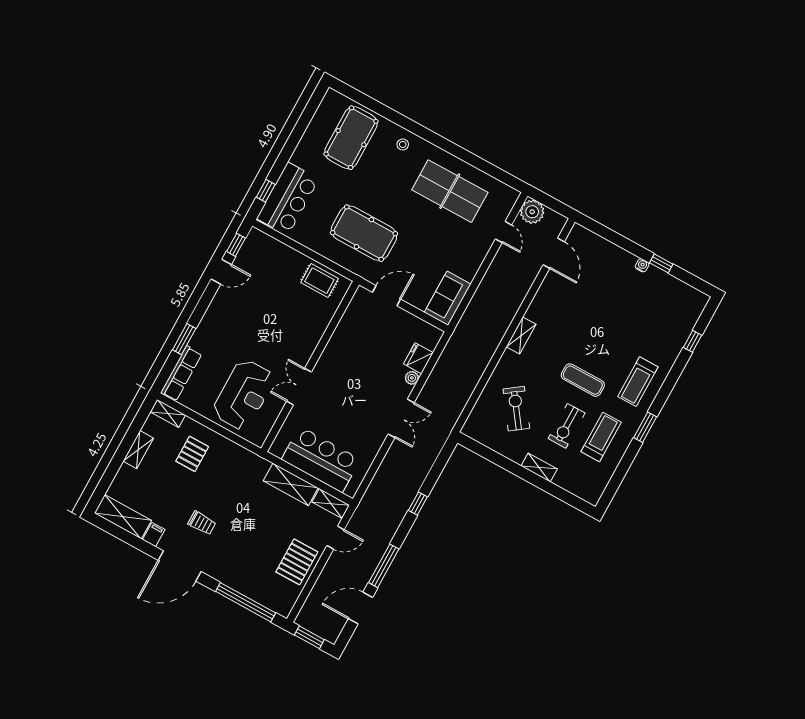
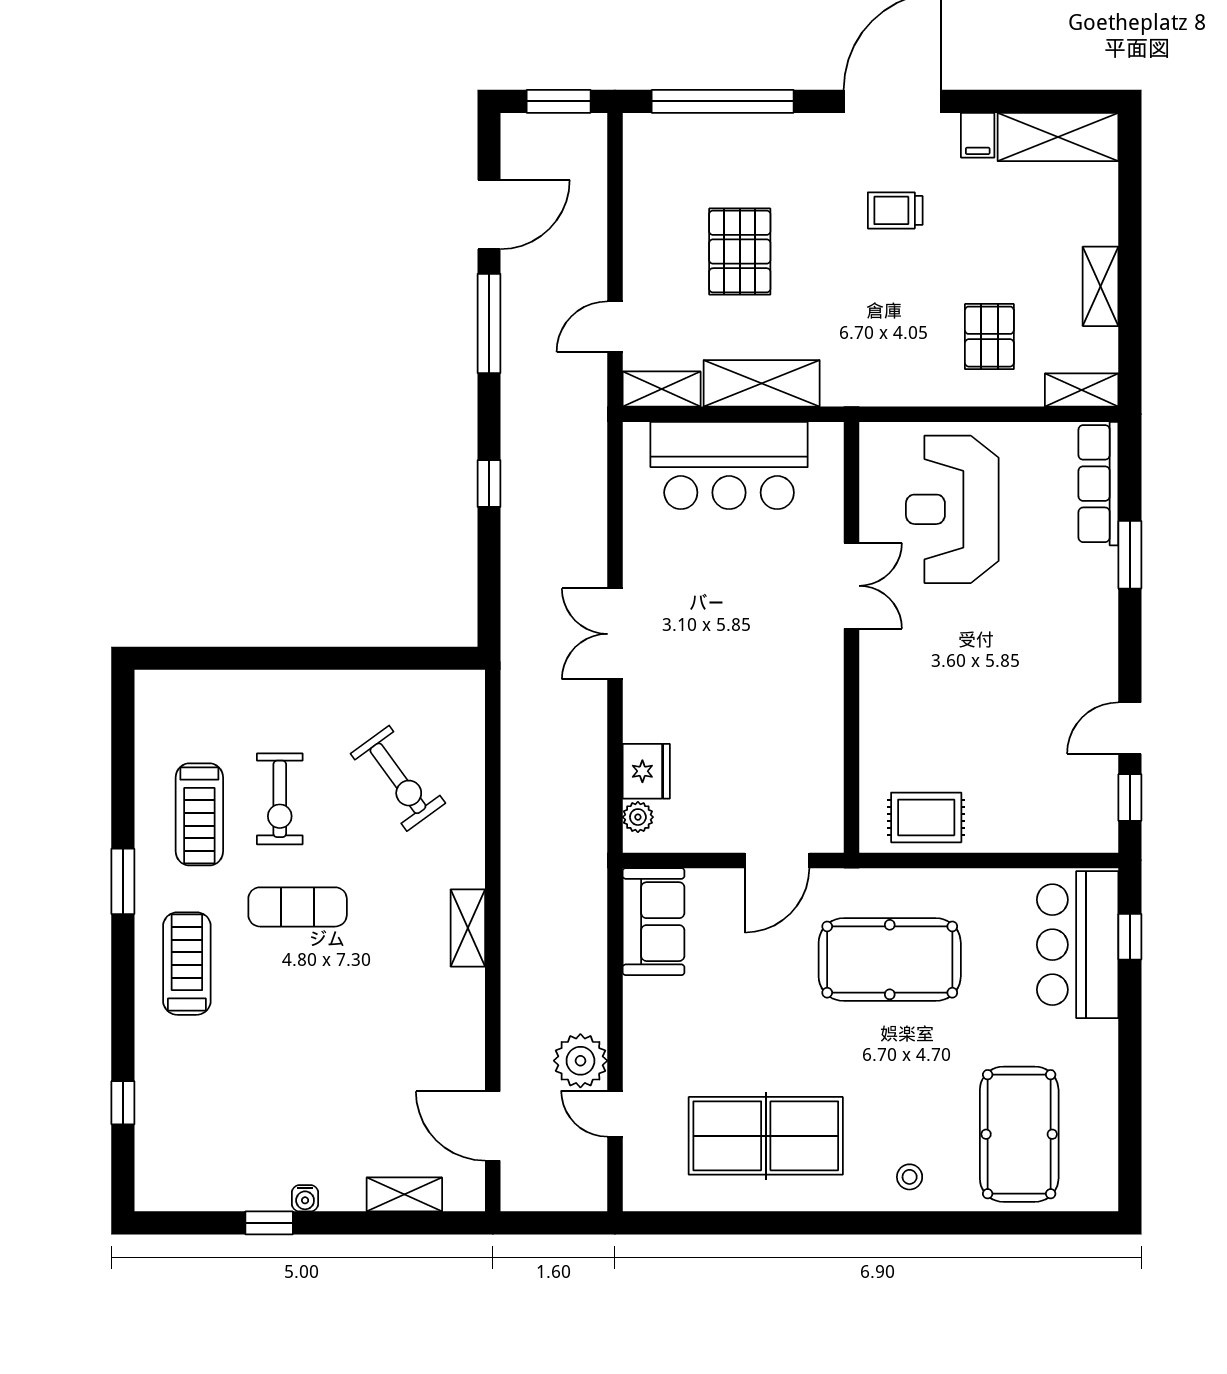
plant: (532, 212) -> (580, 1061), moved
plant: (412, 378) -> (638, 817), moved
exercise bike: (567, 426) -> (280, 799), turned 180
shelving: (539, 468) -> (404, 1194), moved
pallet: (297, 562) -> (740, 252), moved

